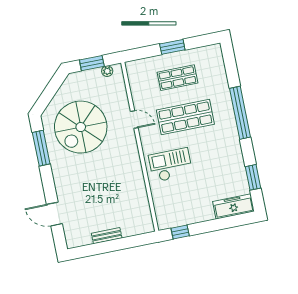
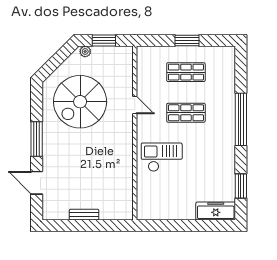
plant: (107, 71) -> (85, 51), moved
shop shelf: (185, 117) -> (186, 113), width x0.70, depth x0.74
window: (41, 148) -> (37, 139), moved
window: (180, 232) -> (158, 226), removed

